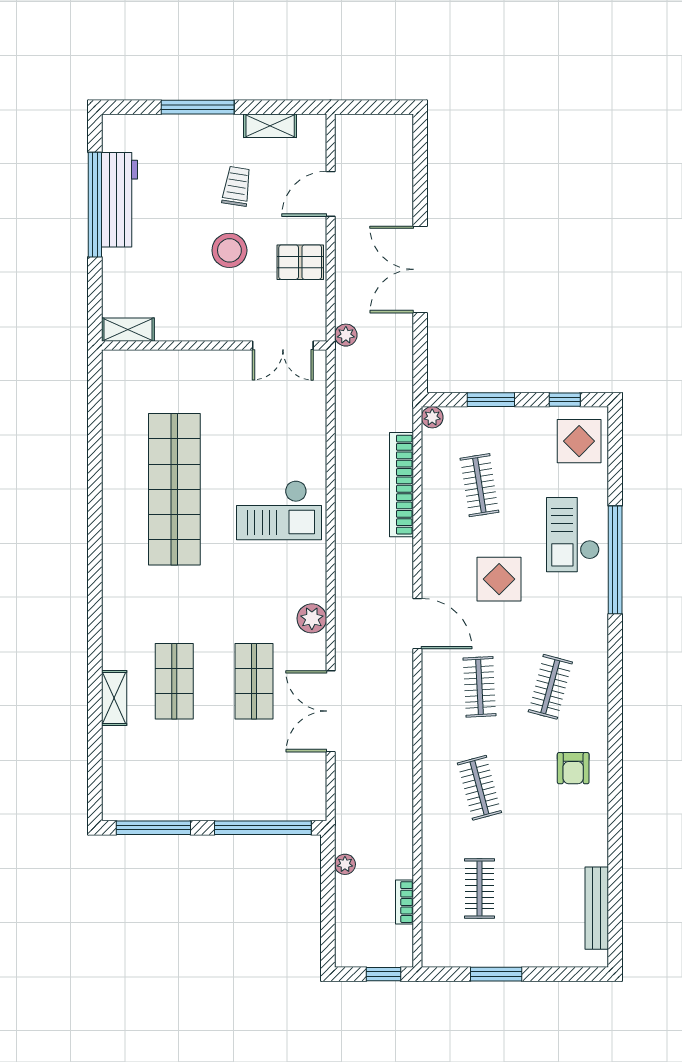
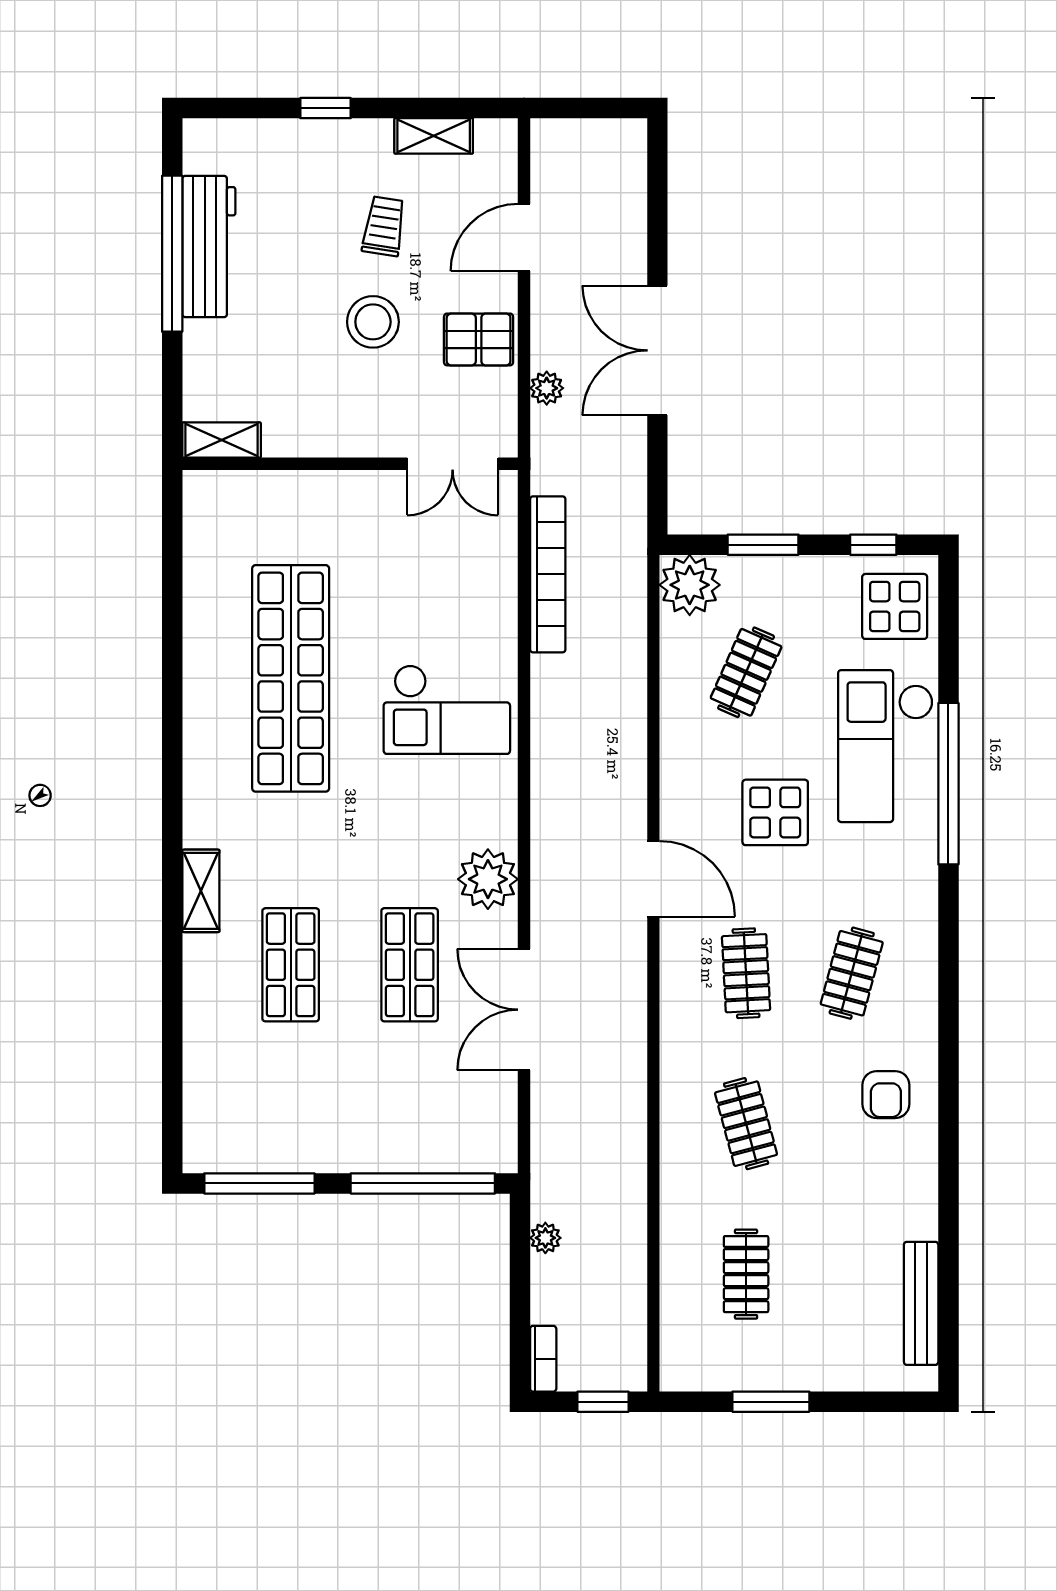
window: (198, 107) -> (325, 108), width x0.46
plant: (346, 335) -> (547, 388), moved
plant: (432, 417) -> (690, 585), width x1.88, depth x1.88
bookcase: (401, 485) -> (548, 574), moved, turned 180
clothes rail: (479, 485) -> (746, 672), turned 33
checkout: (573, 535) -> (886, 746), width x1.36, depth x1.21
plant: (312, 618) -> (488, 879), width x1.36, depth x1.36
shelving: (114, 698) -> (201, 891), moved
bookcase: (404, 902) -> (543, 1359), moved, turned 180

